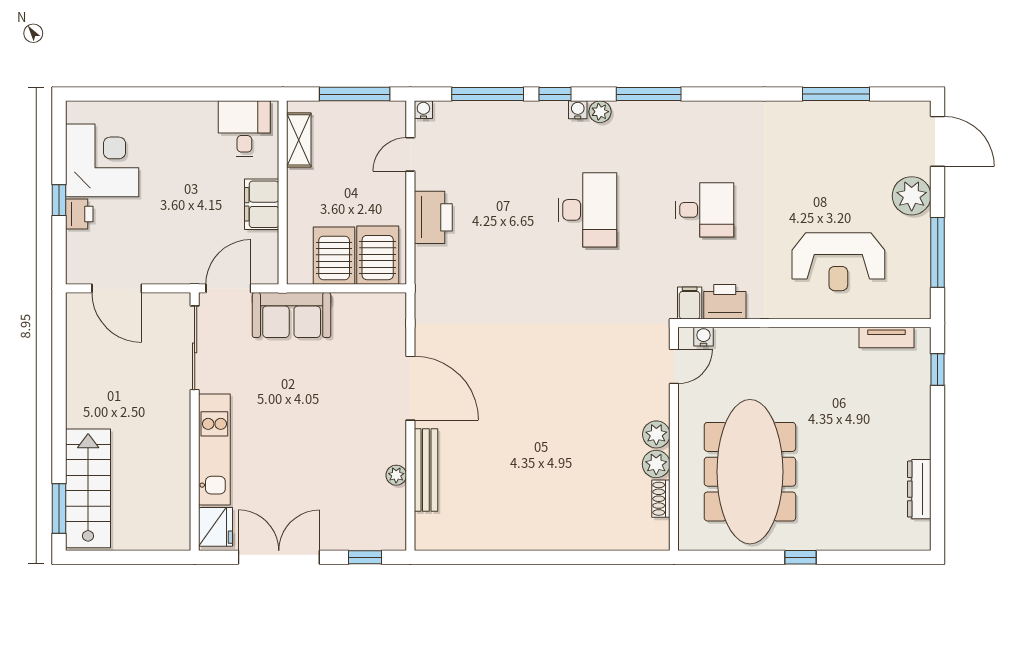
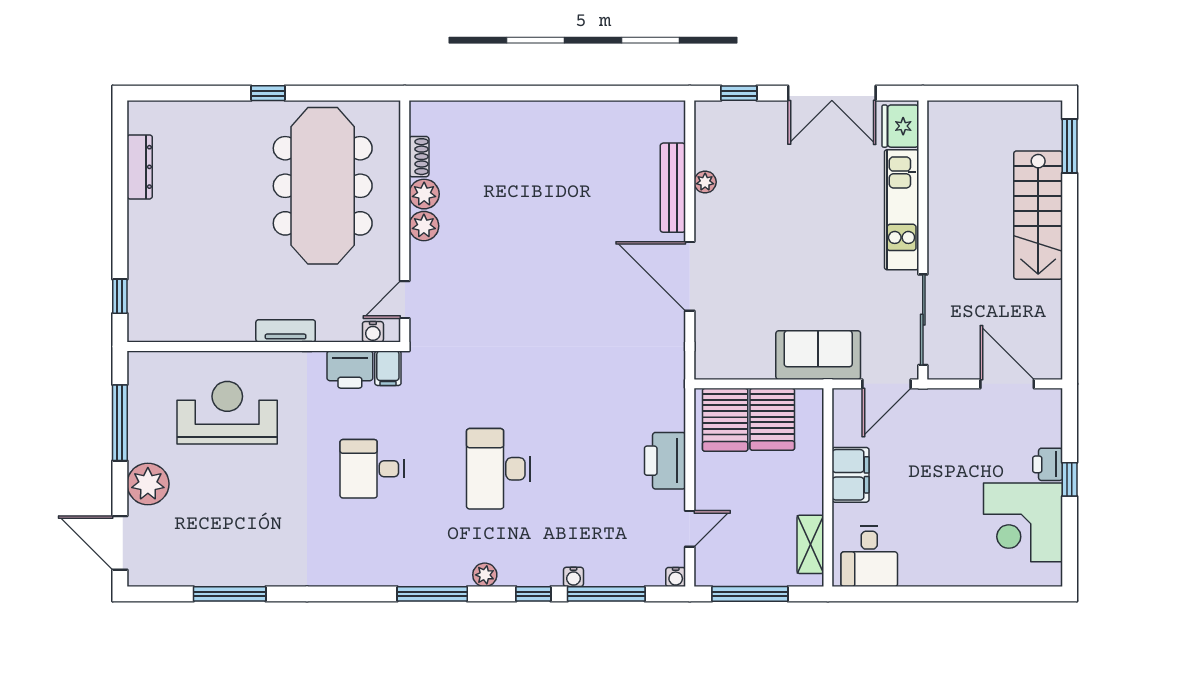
water cooler: (578, 110) -> (573, 577), moved
tv unit: (887, 337) -> (286, 331), moved
stairs: (88, 488) -> (1038, 215), moved

